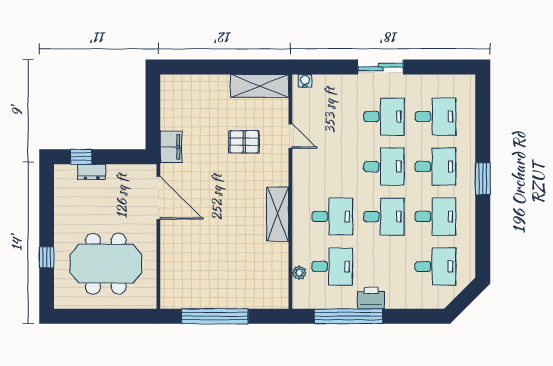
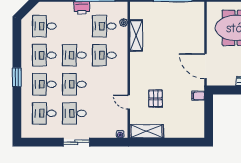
pallet: (244, 142) -> (156, 99), turned 90
filing cabinet: (171, 147) -> (198, 96), width x0.50
shelving: (278, 214) -> (136, 35), moved

